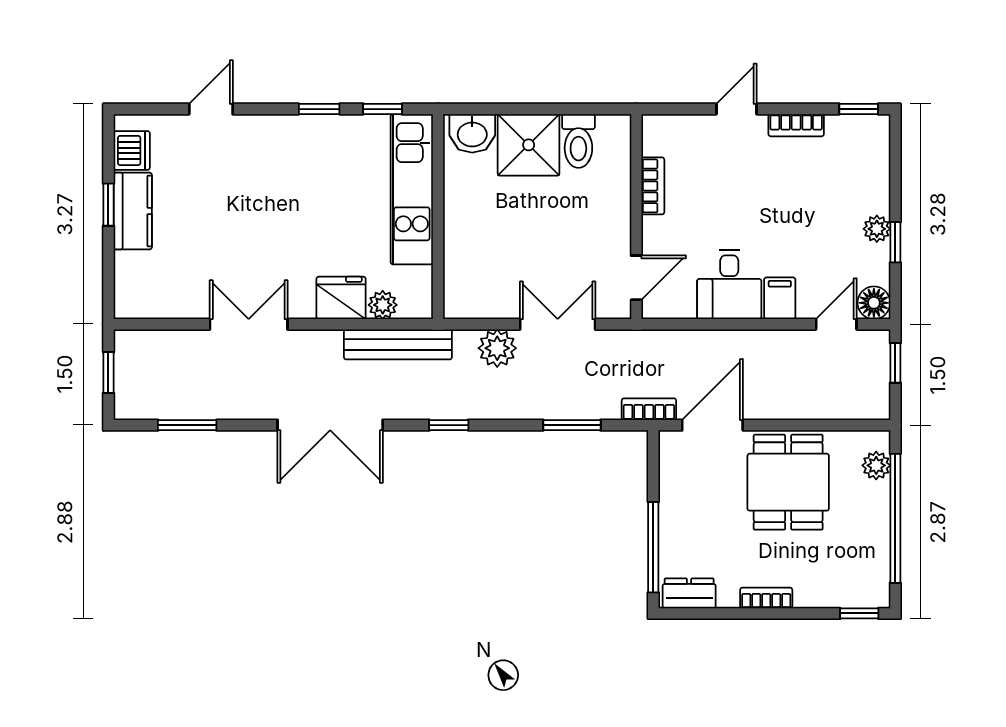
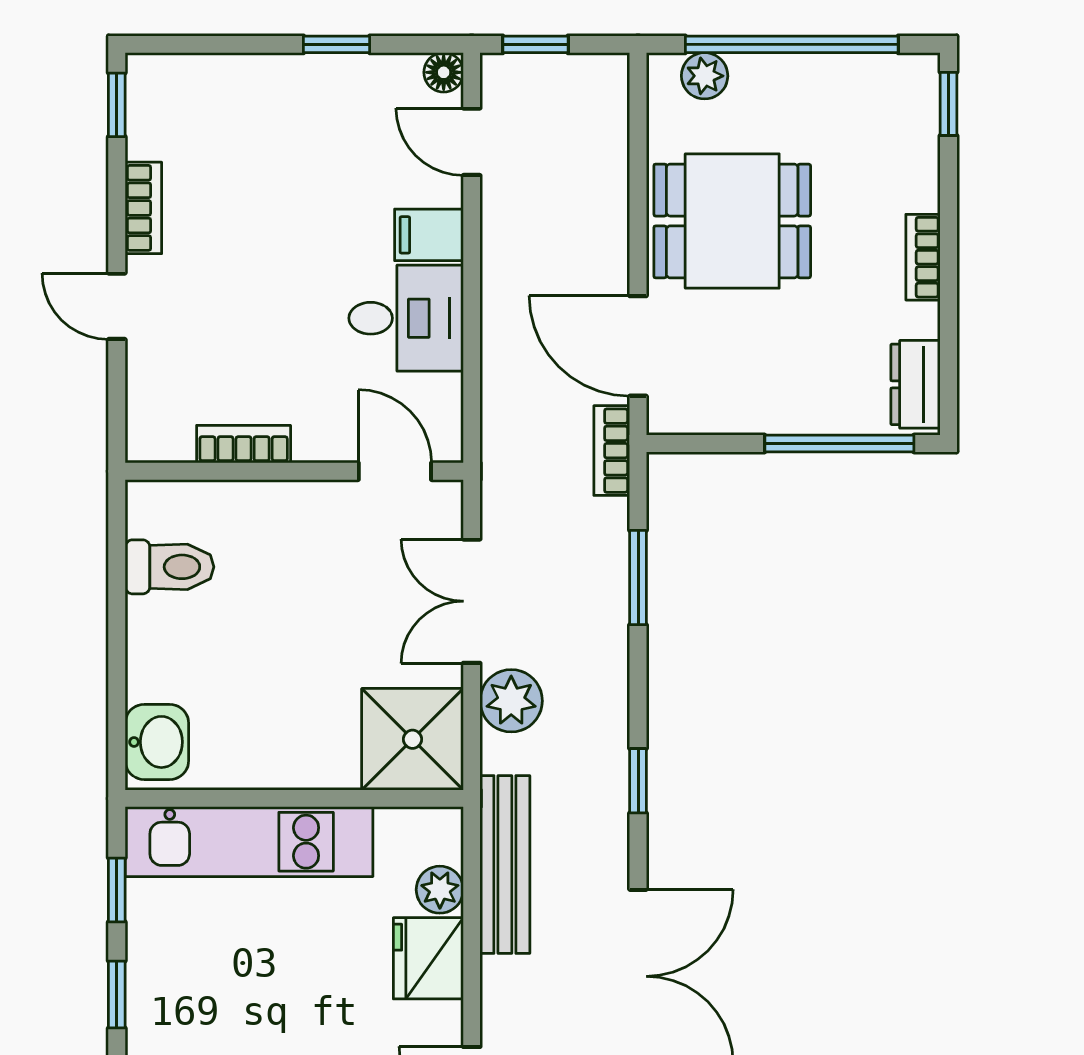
shower: (529, 145) -> (413, 739), moved
plant: (877, 229) -> (314, 75), removed
floor lamp: (874, 303) -> (444, 72), width x0.73, depth x0.73

